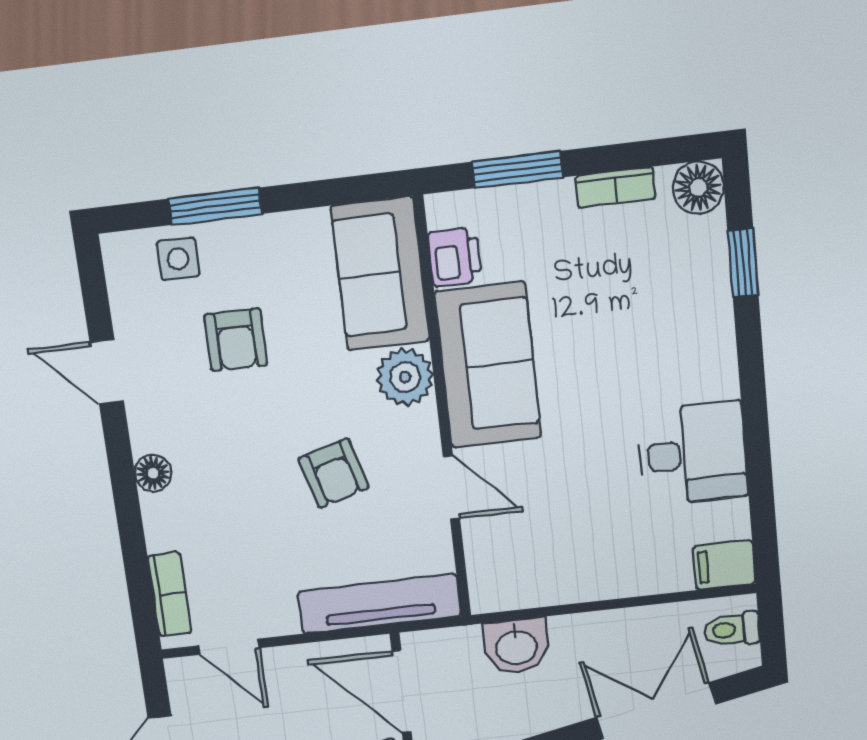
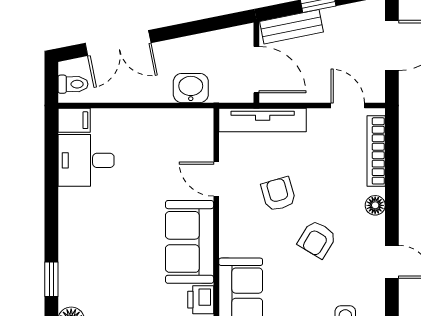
armchair: (236, 340) -> (317, 239), moved, turned -149
plant: (405, 377) -> (234, 241), removed
desk: (692, 454) -> (86, 160), moved
bookcase: (170, 594) -> (376, 151), width x1.56

